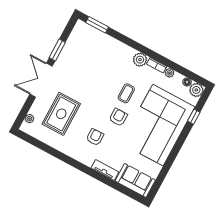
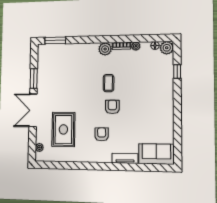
corner sofa: (158, 125) -> (150, 95), removed

